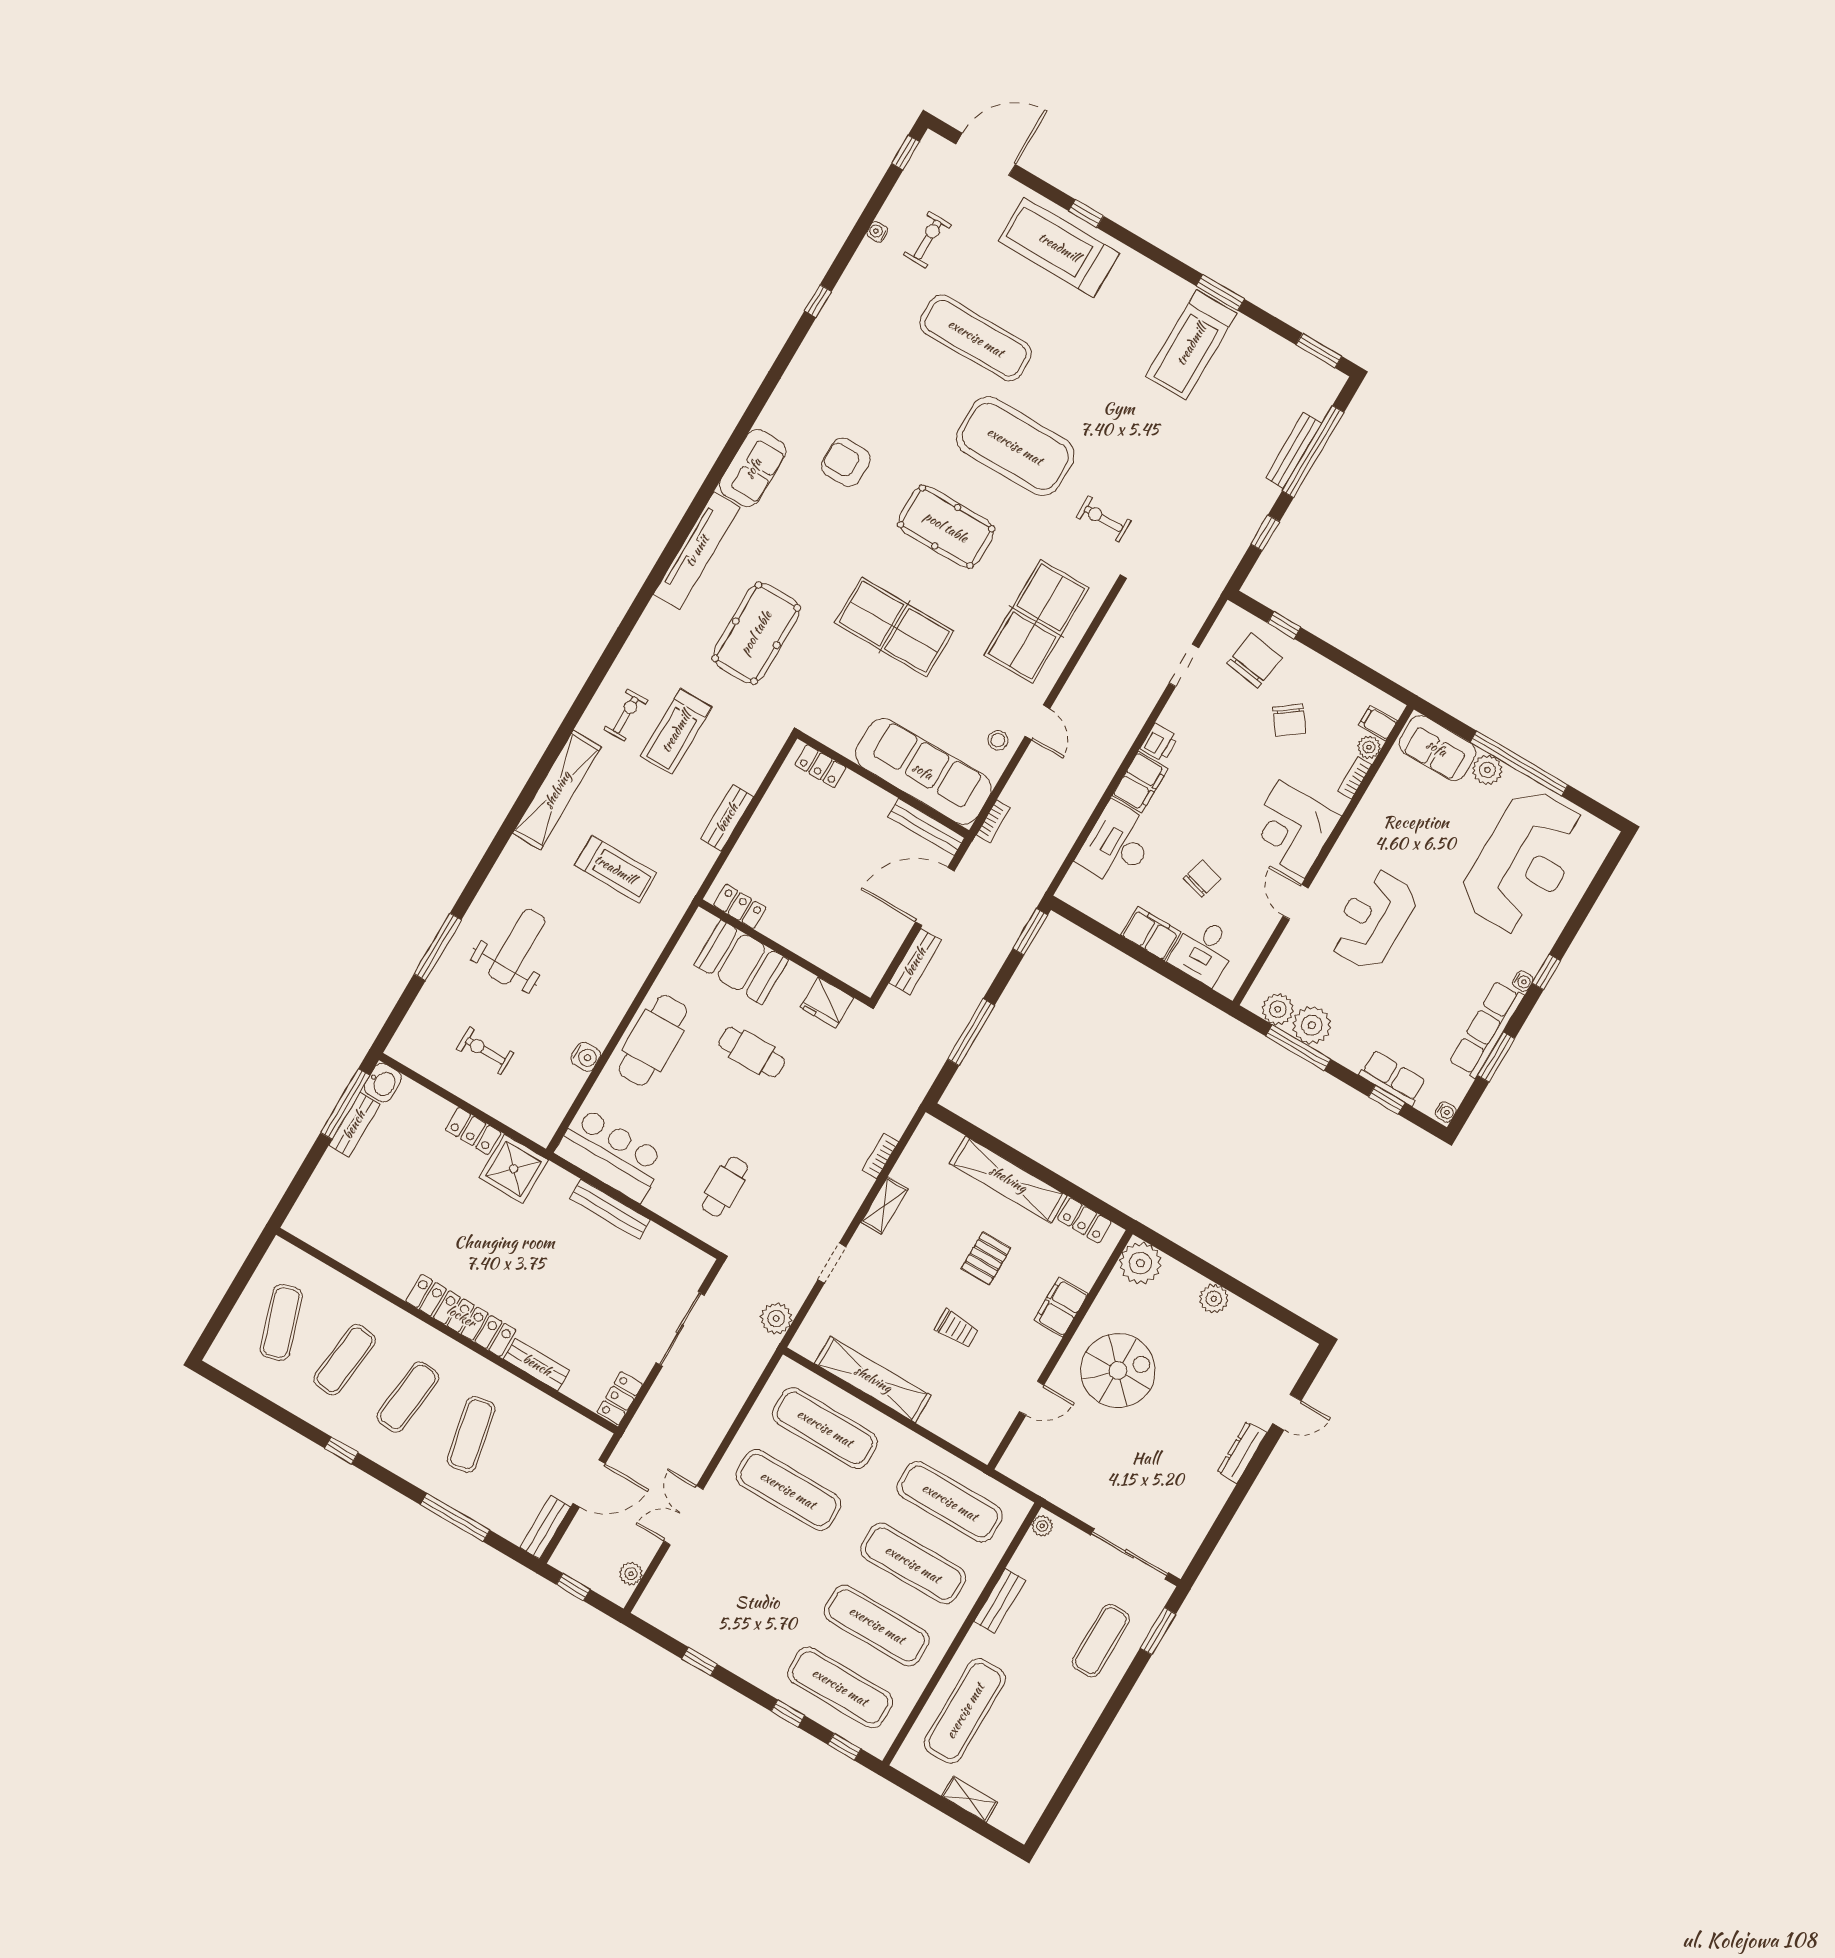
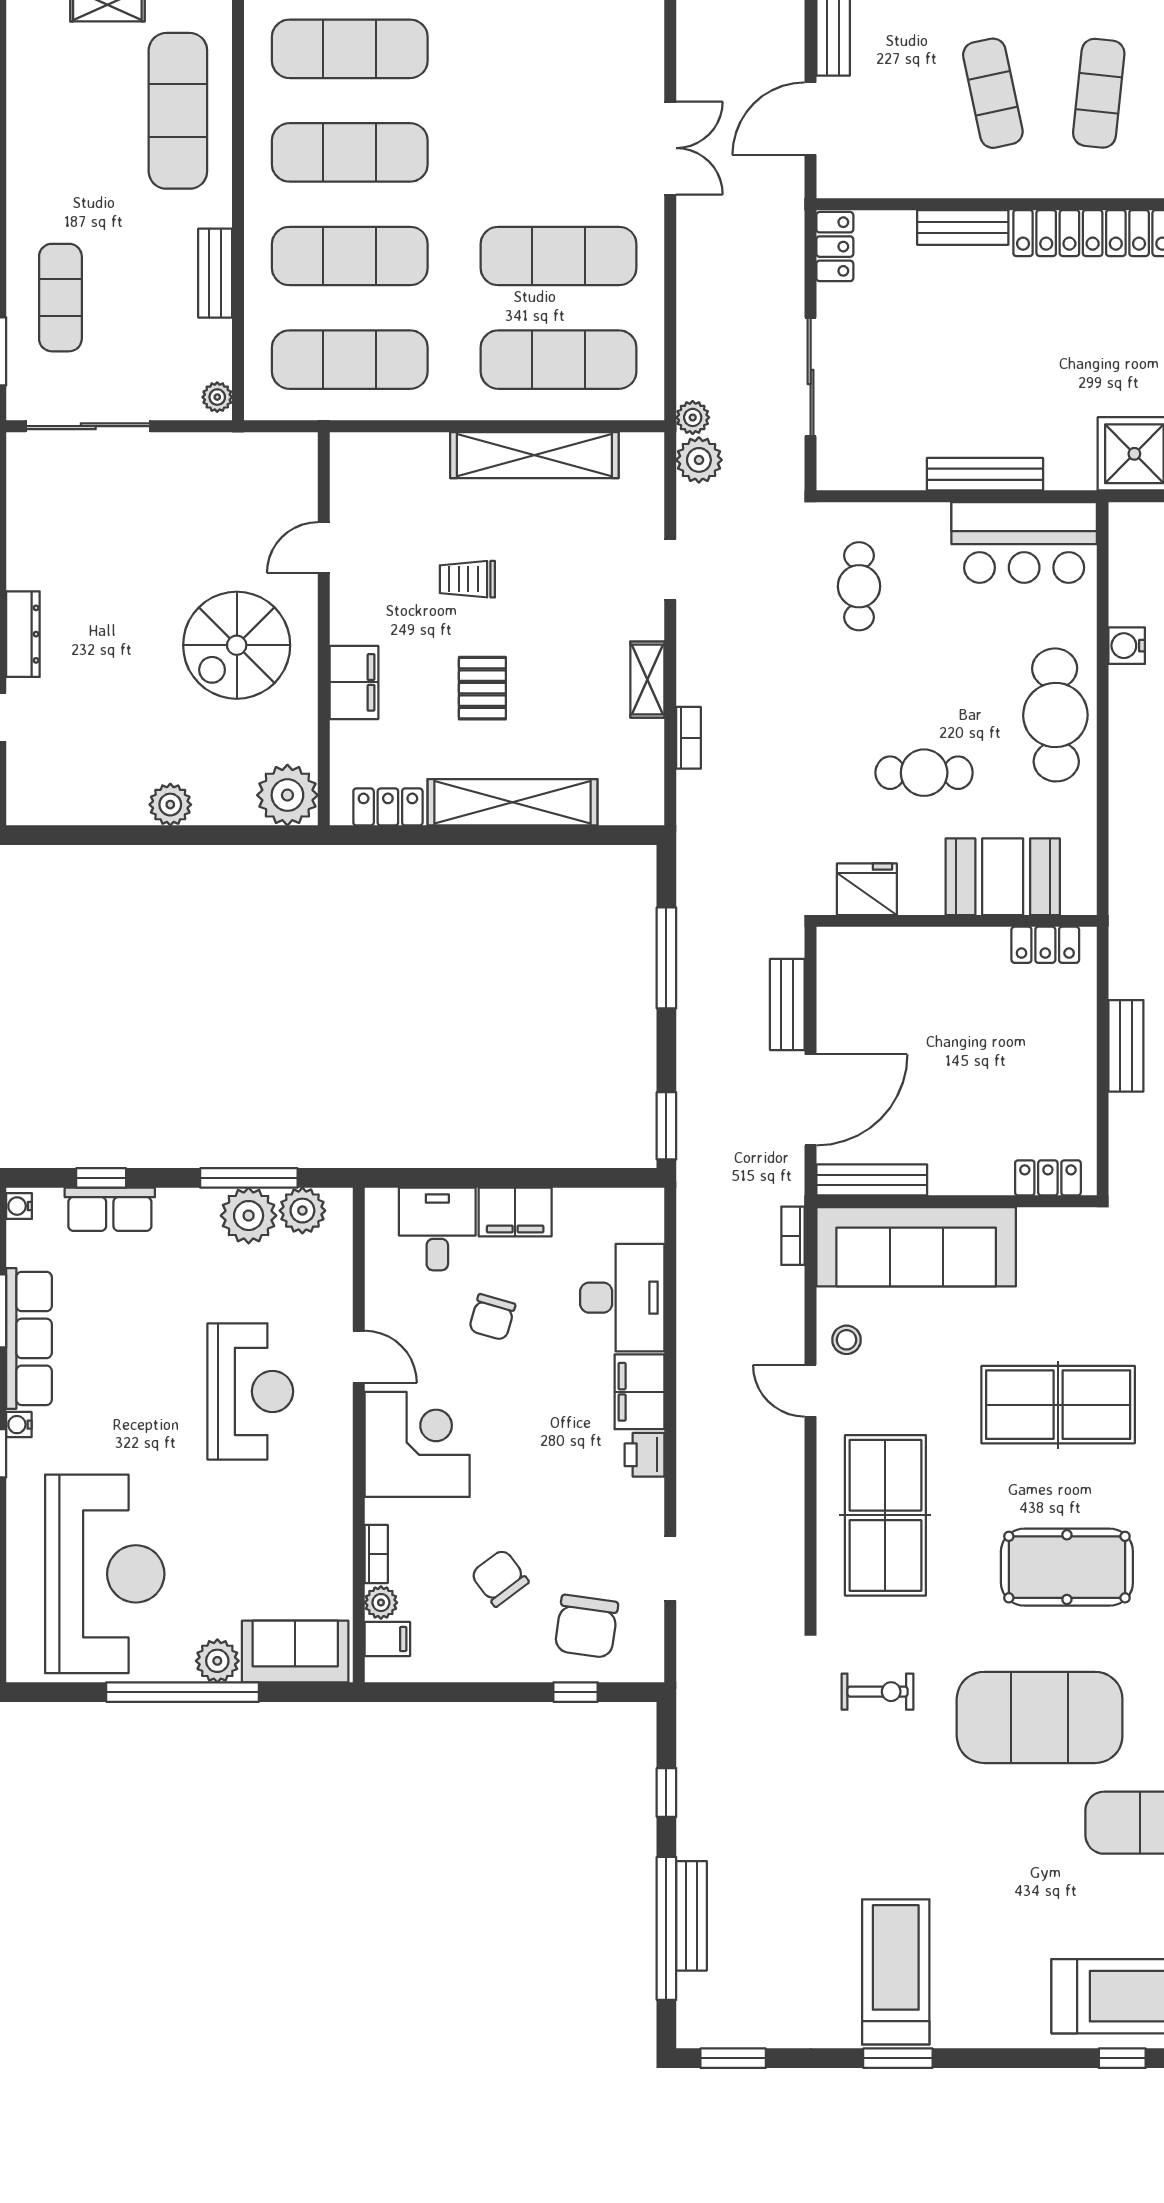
reception desk: (1524, 862) -> (105, 1574), turned 180
plant: (631, 1574) -> (693, 417), moved

